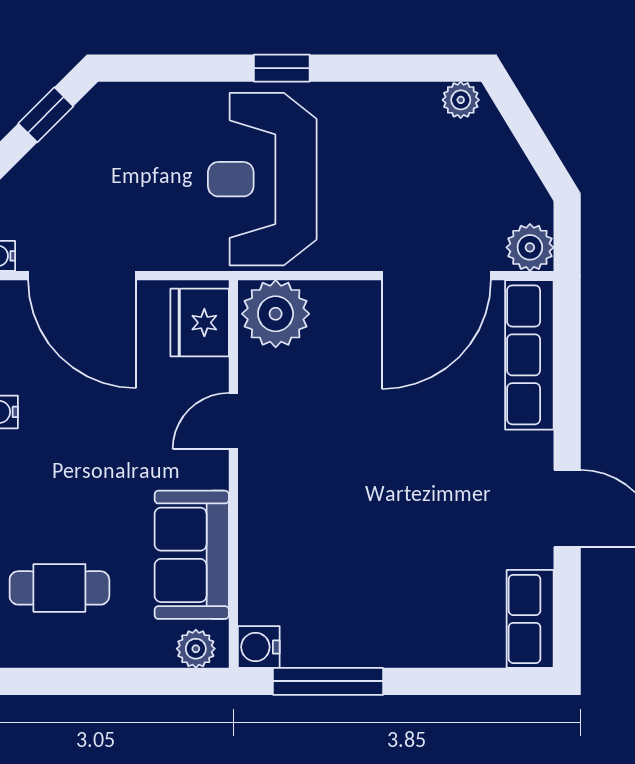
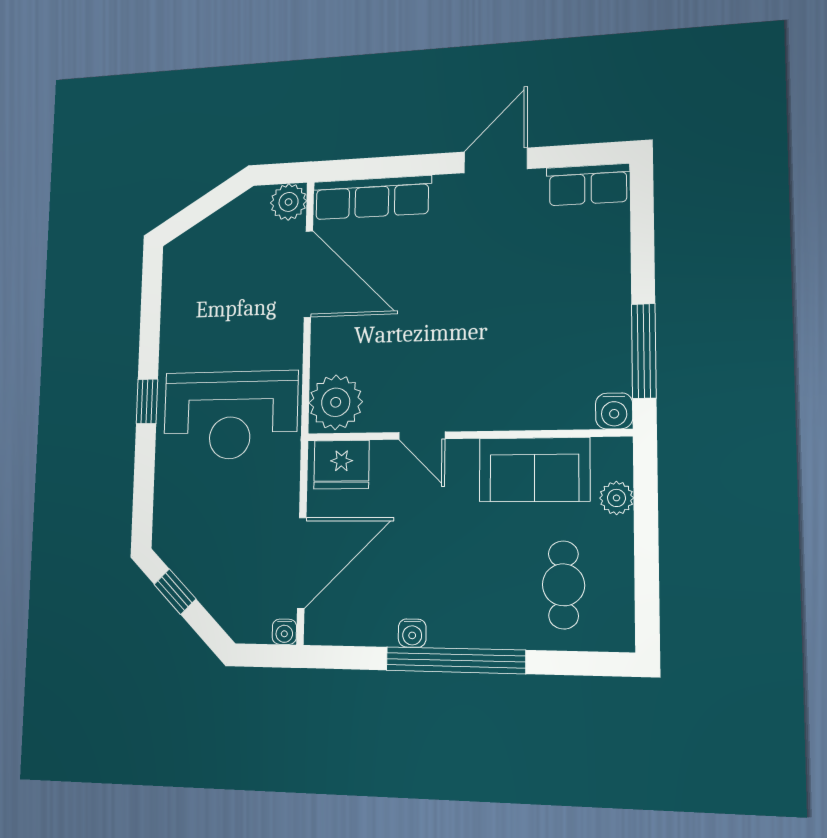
plant: (461, 100) -> (176, 261), removed
plant: (196, 649) -> (616, 498), moved

